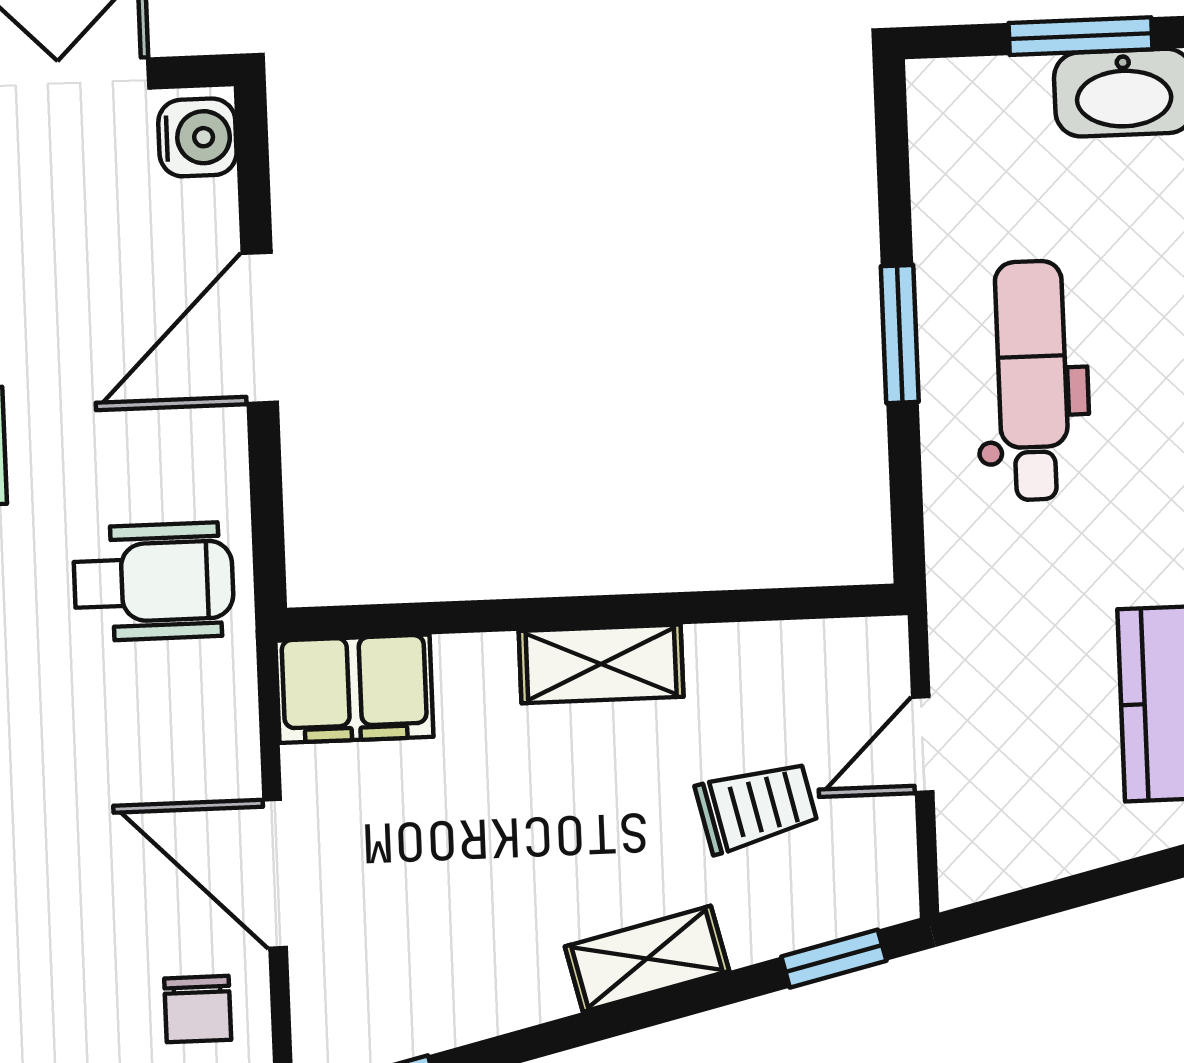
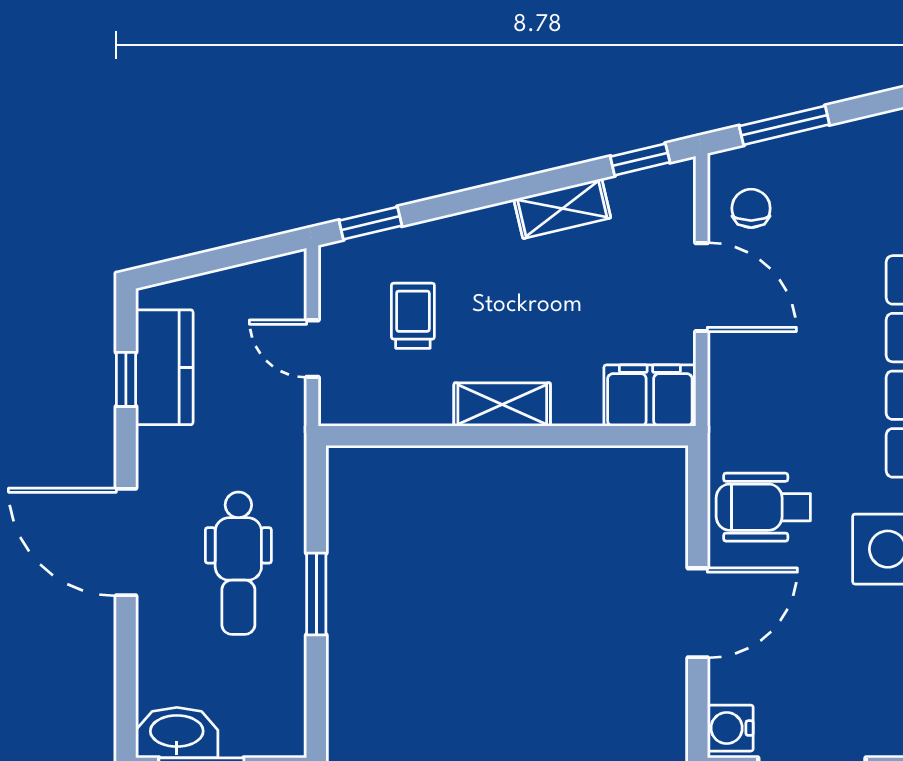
wheelchair: (153, 582) -> (763, 507), moved
door: (923, 745) -> (312, 349), swing flipped
trolley: (757, 806) -> (413, 316), turned 103
shelving: (647, 959) -> (562, 209), moved

